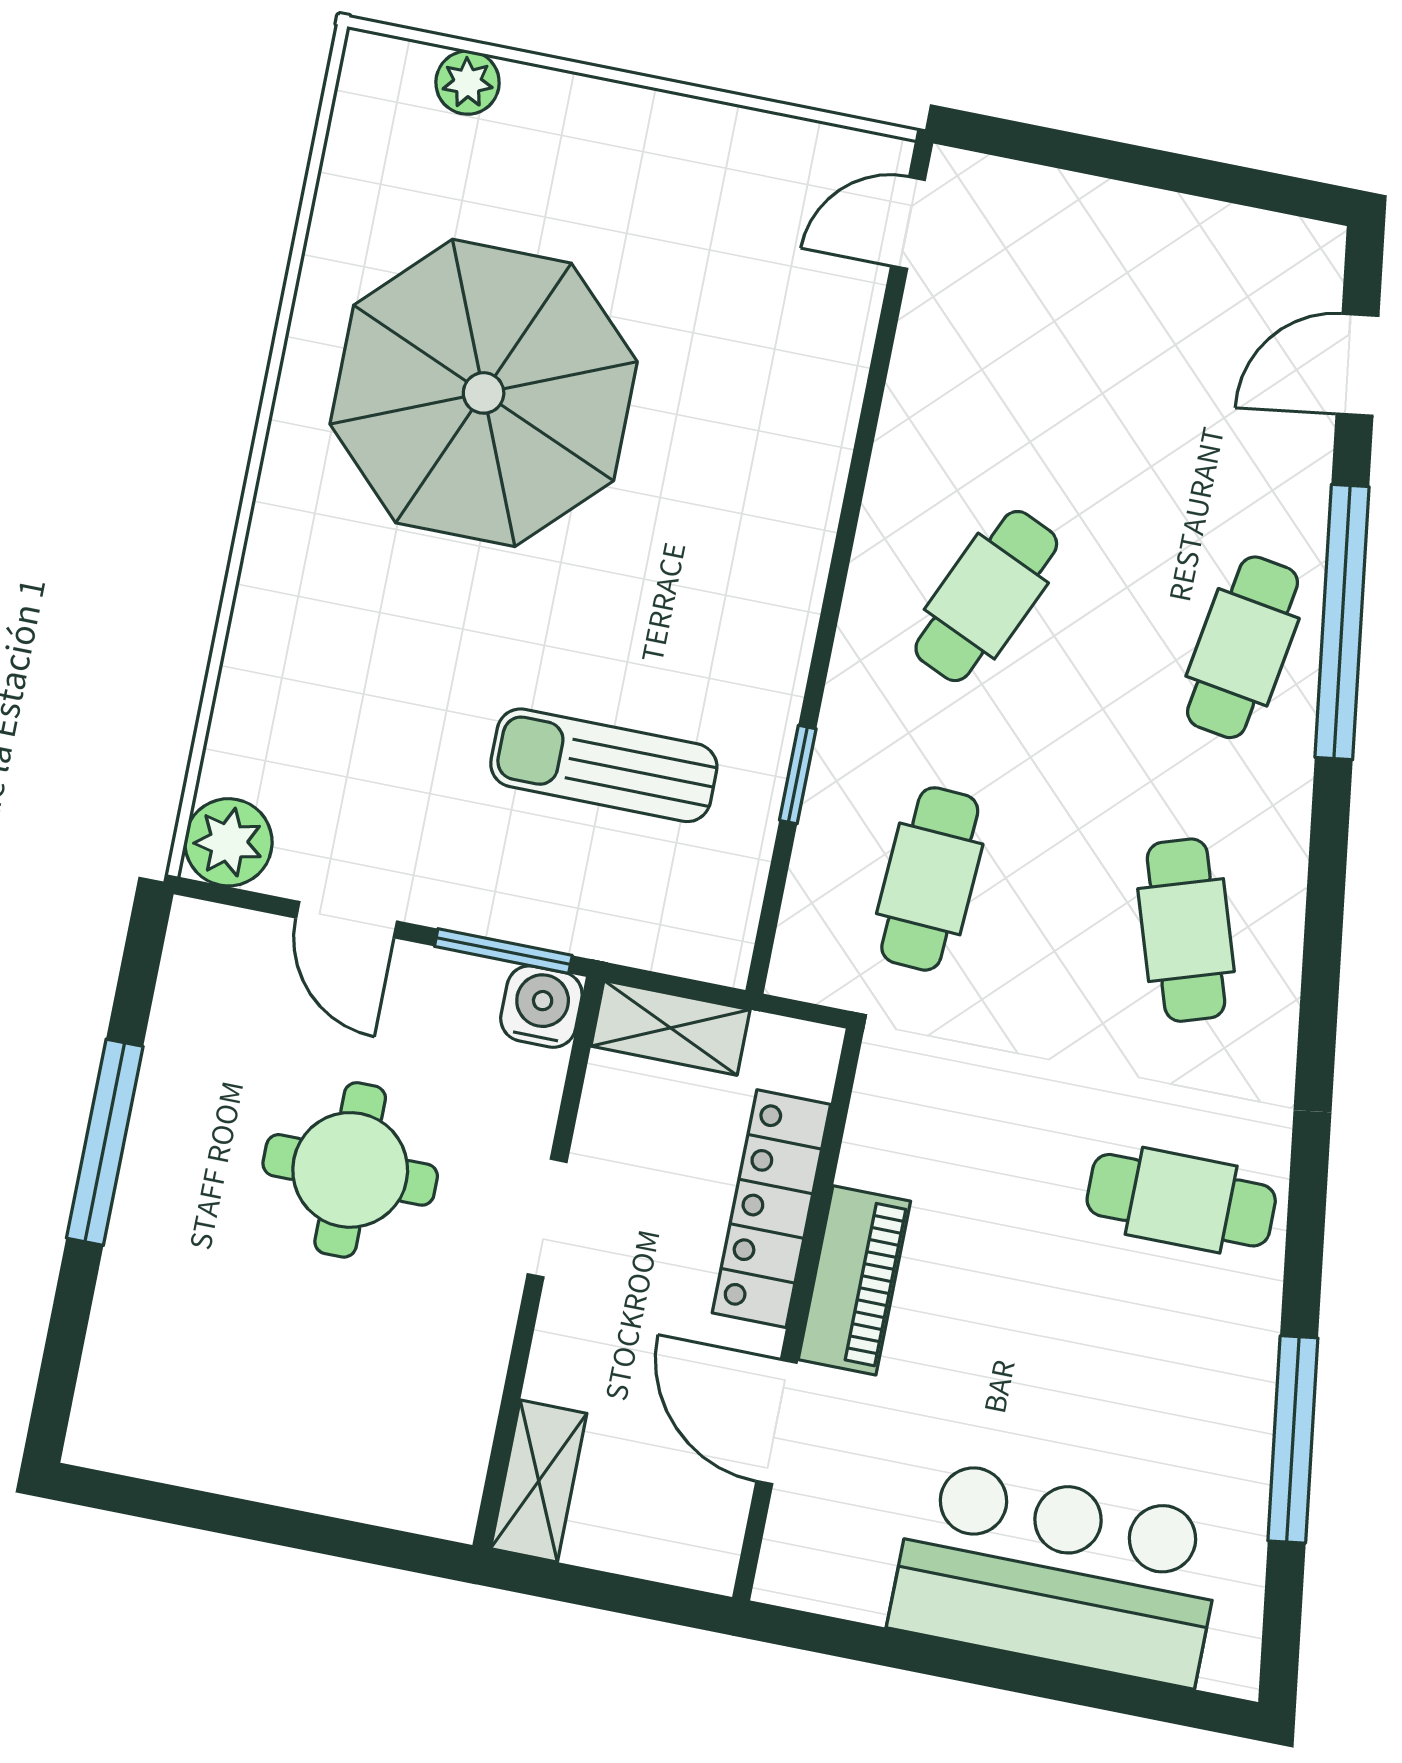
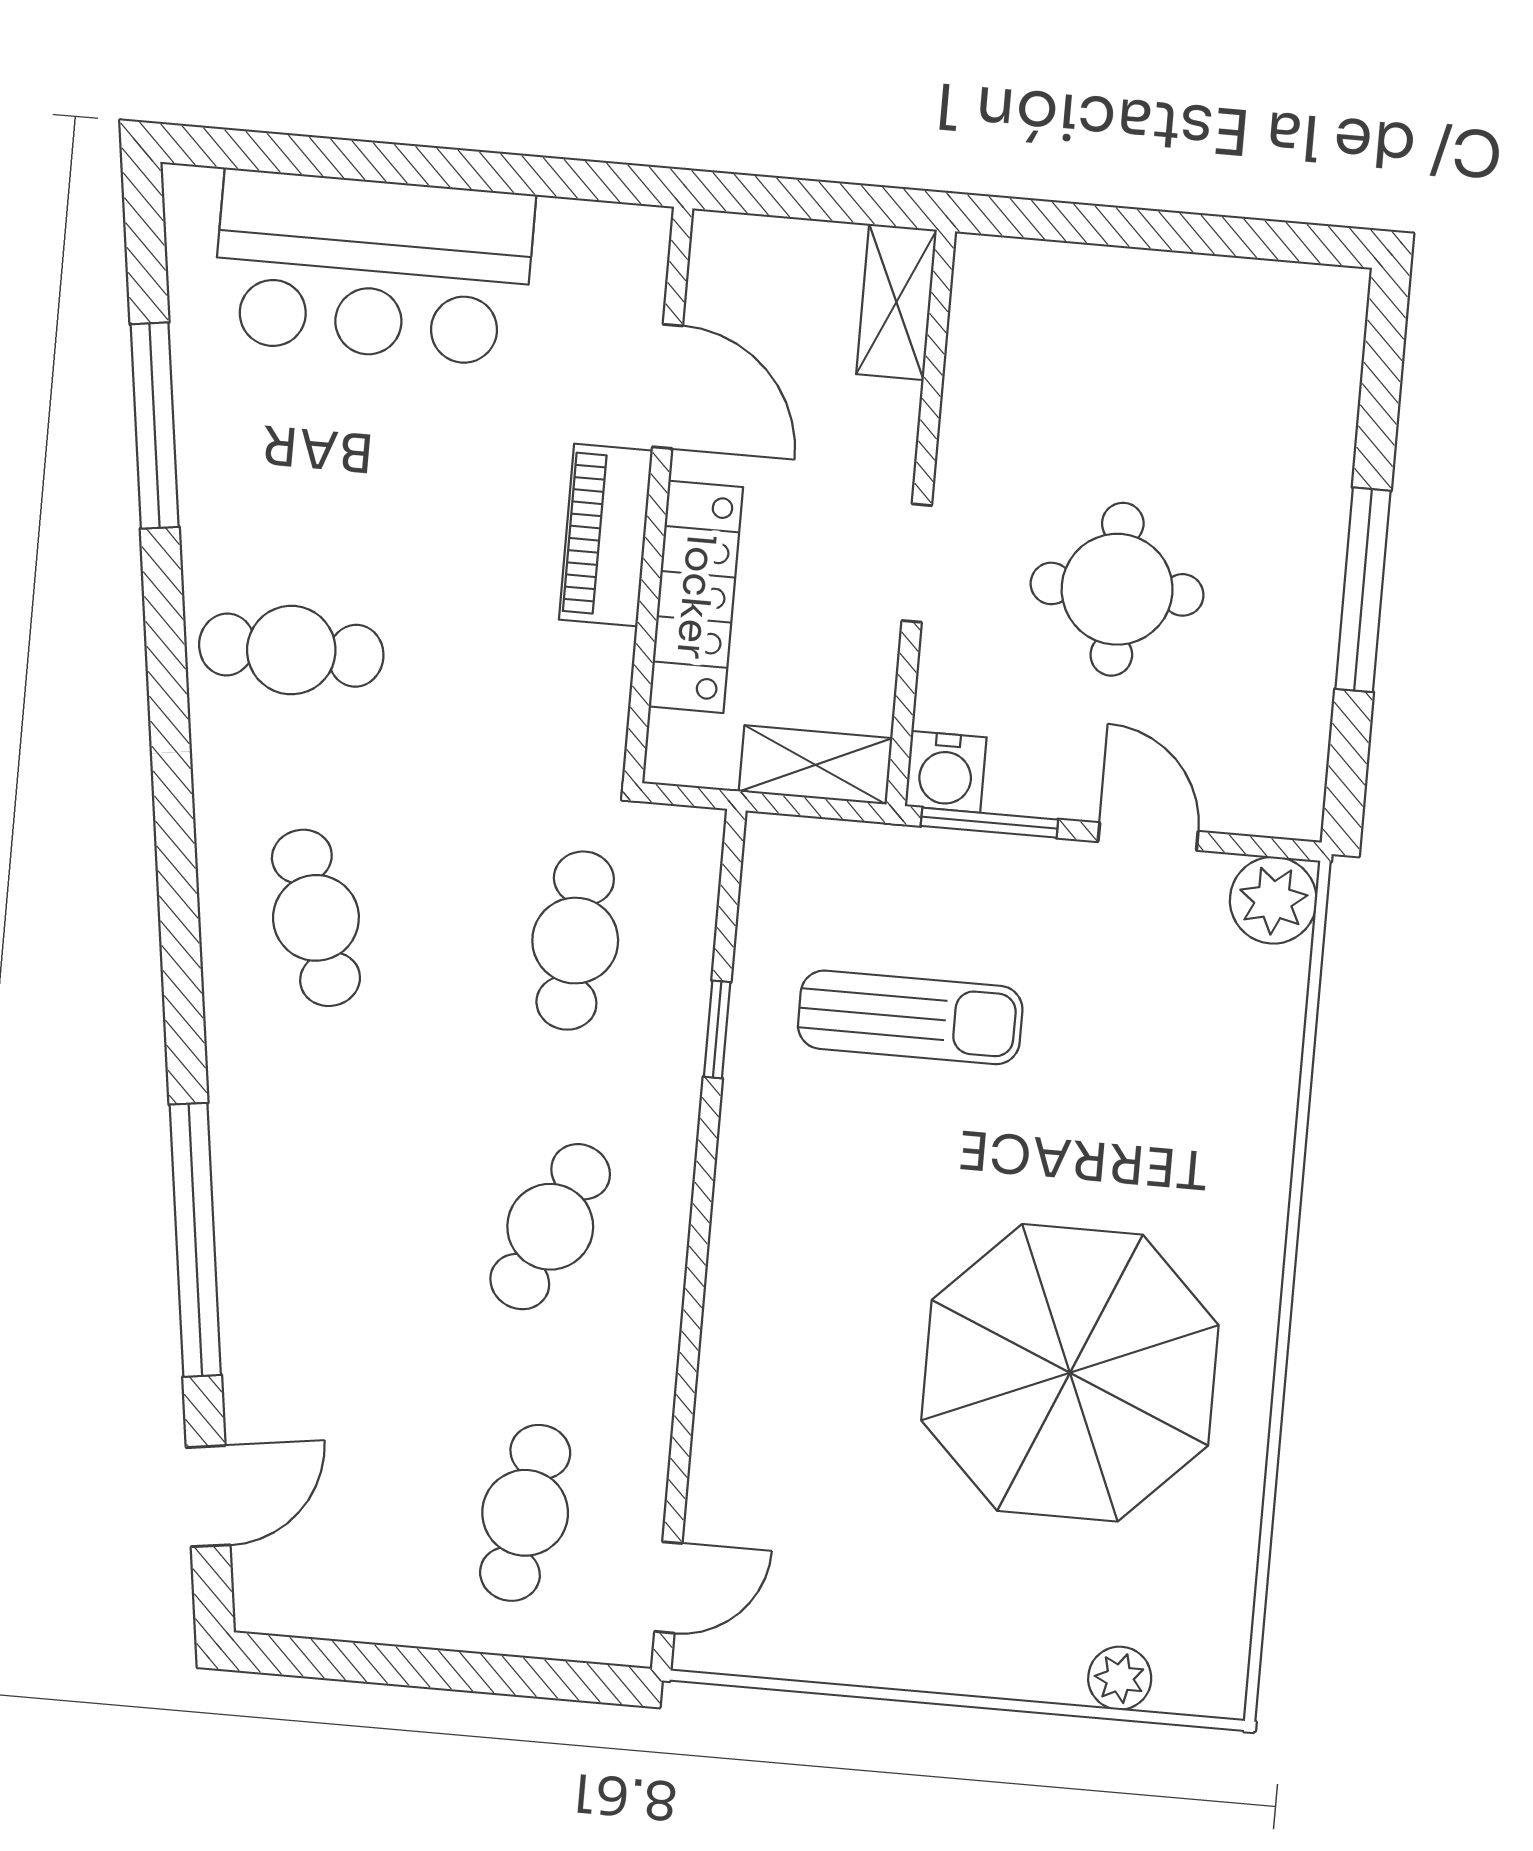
cafe table: (1243, 647) -> (525, 1513), moved

